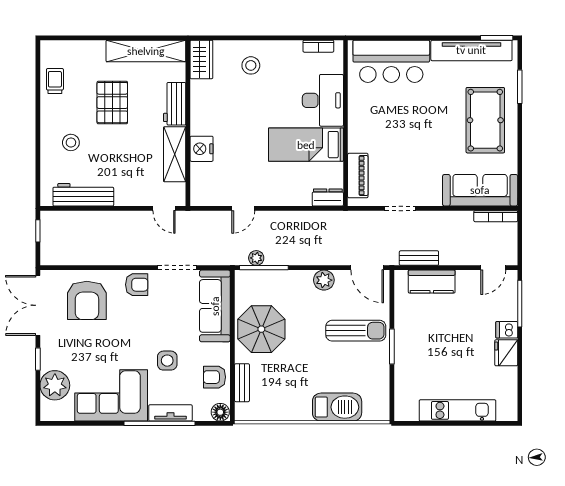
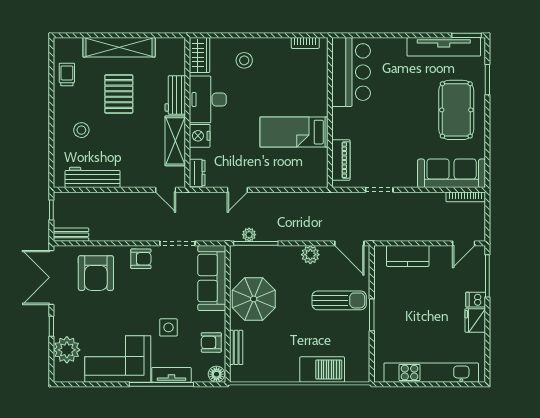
shelving: (146, 51) -> (119, 47), moved
bar counter: (391, 61) -> (351, 72), moved, turned -90
desk: (323, 100) -> (208, 99), moved, turned 180
dresser: (328, 197) -> (197, 173), moved, turned 90
bench: (419, 258) -> (71, 235), moved
kitchen unit: (458, 410) -> (431, 373), width x1.36

